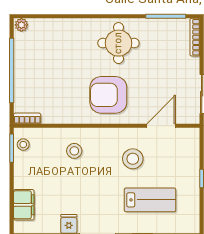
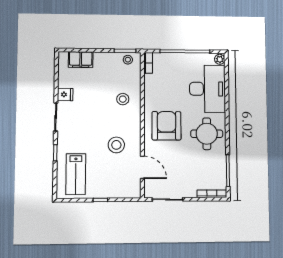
desk: (60, 41) -> (208, 89), added
lab bench: (150, 200) -> (76, 174), moved

